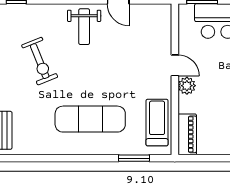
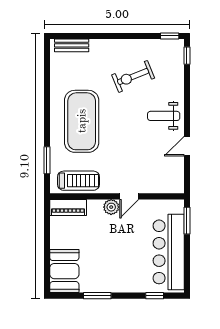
exercise mat: (90, 119) -> (82, 121), width x1.47

